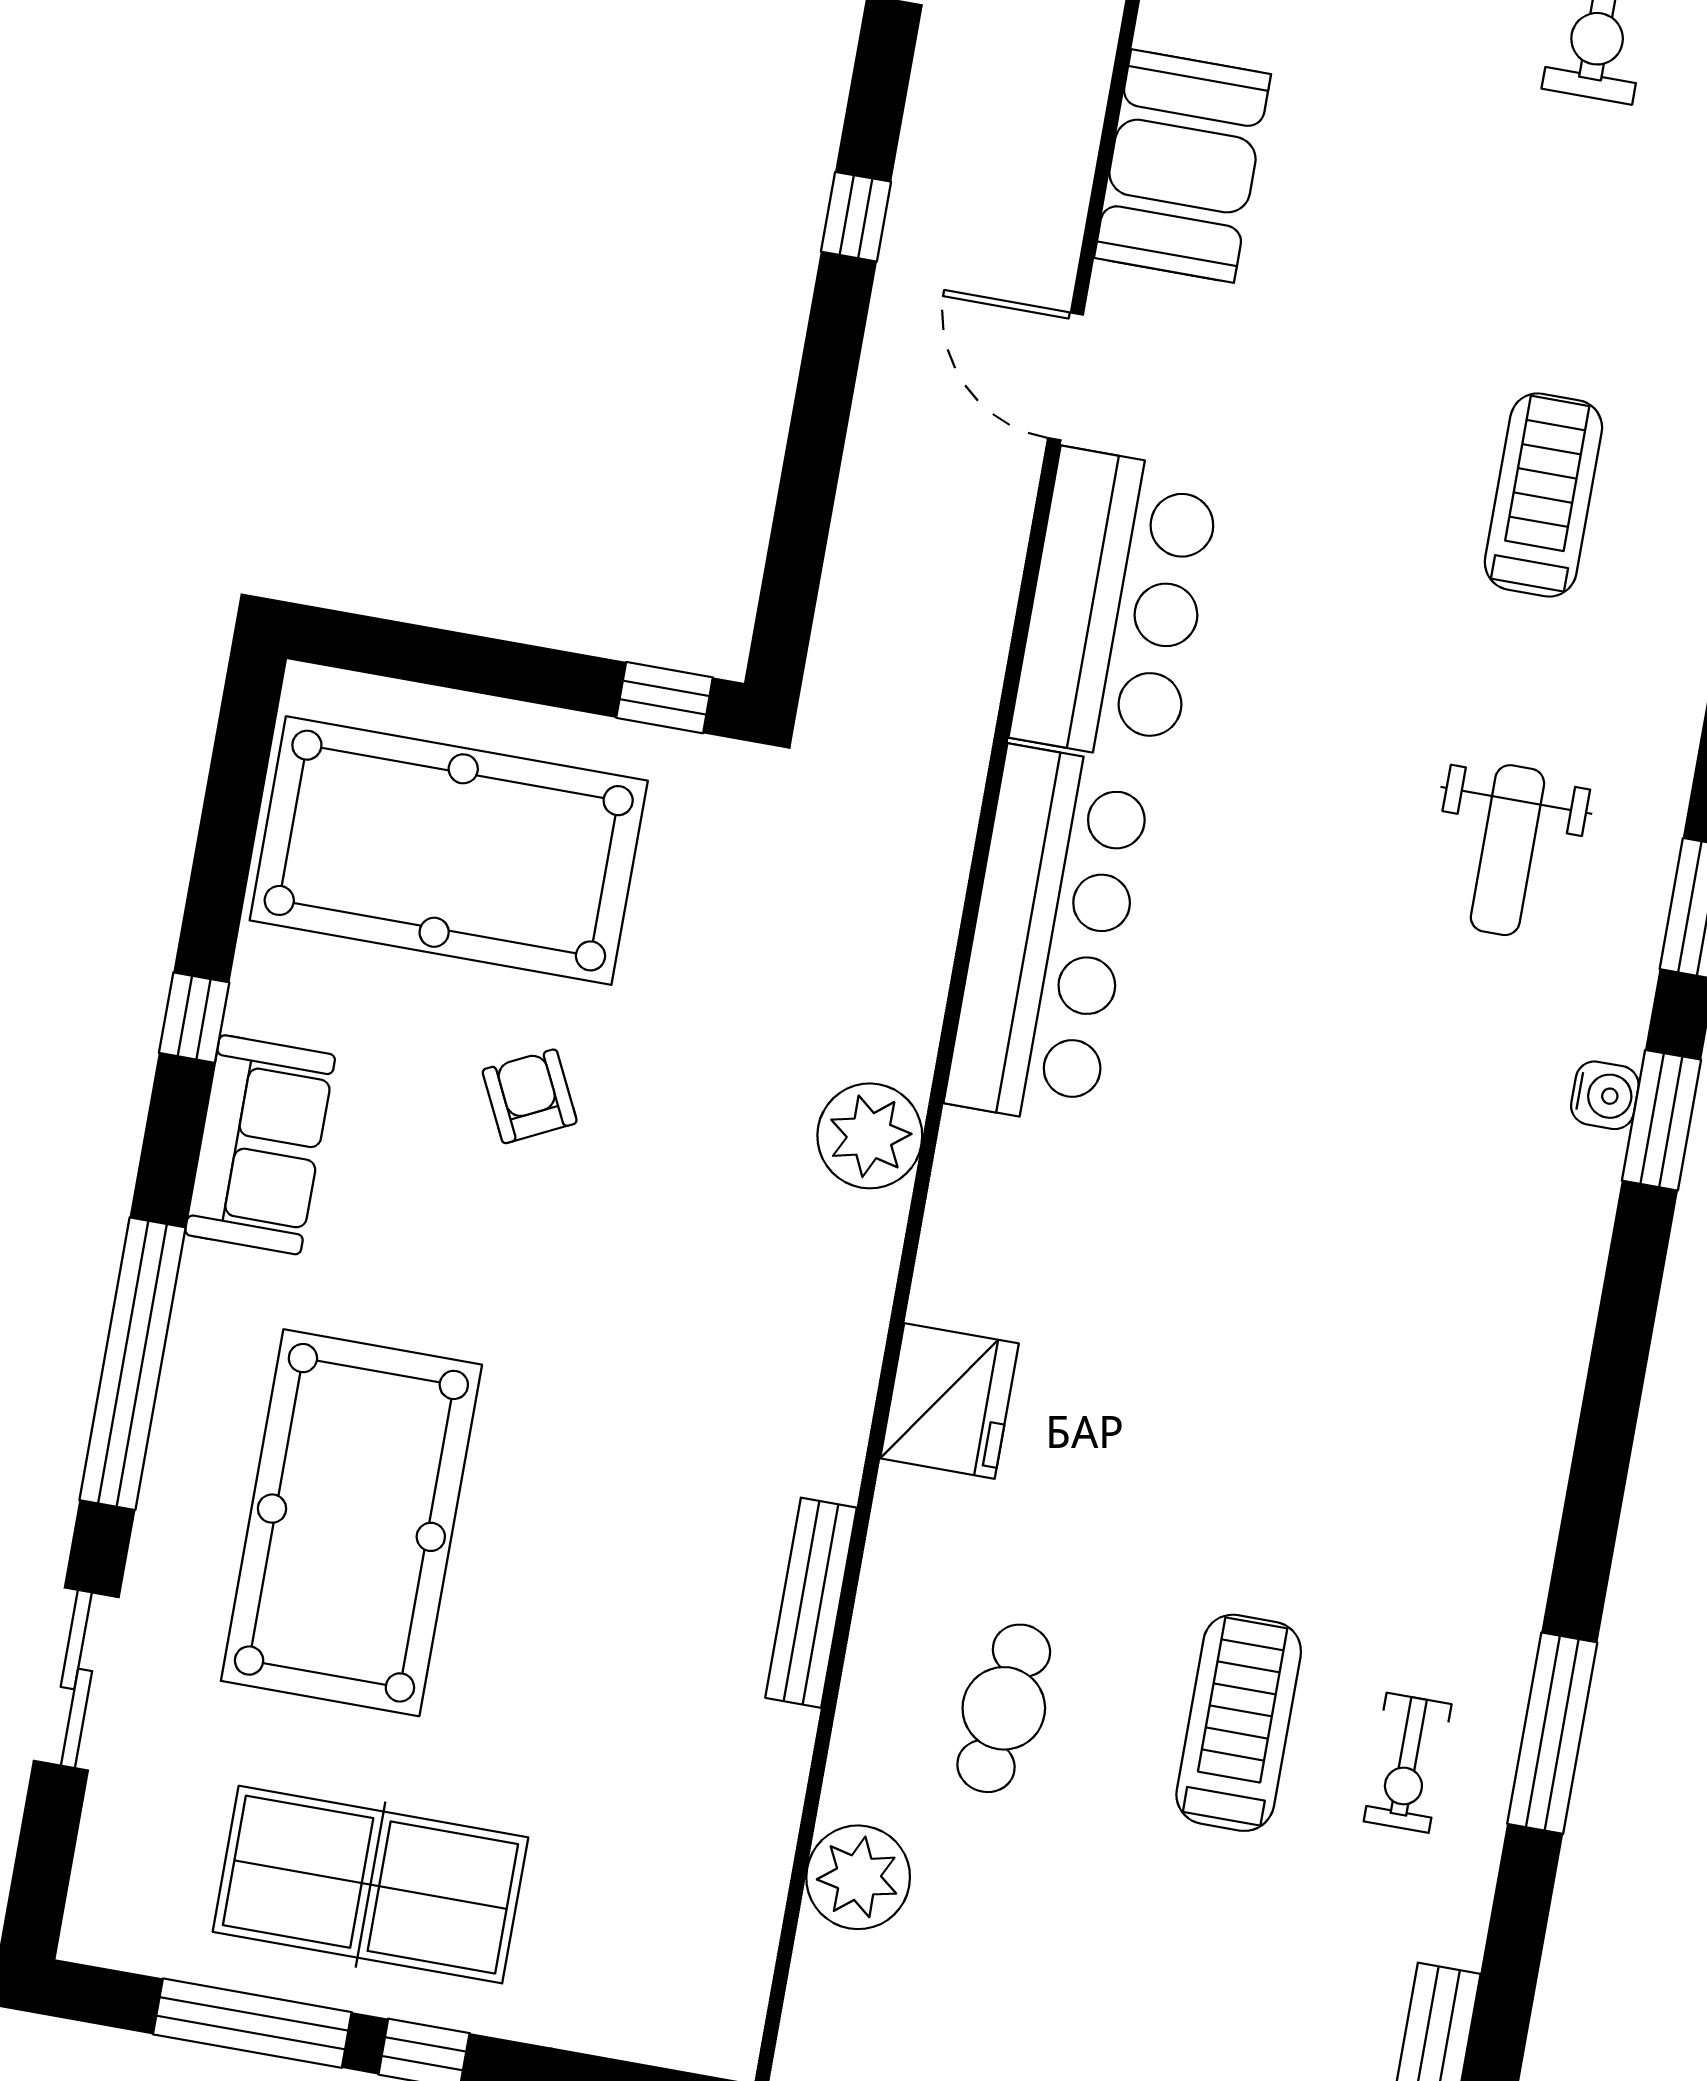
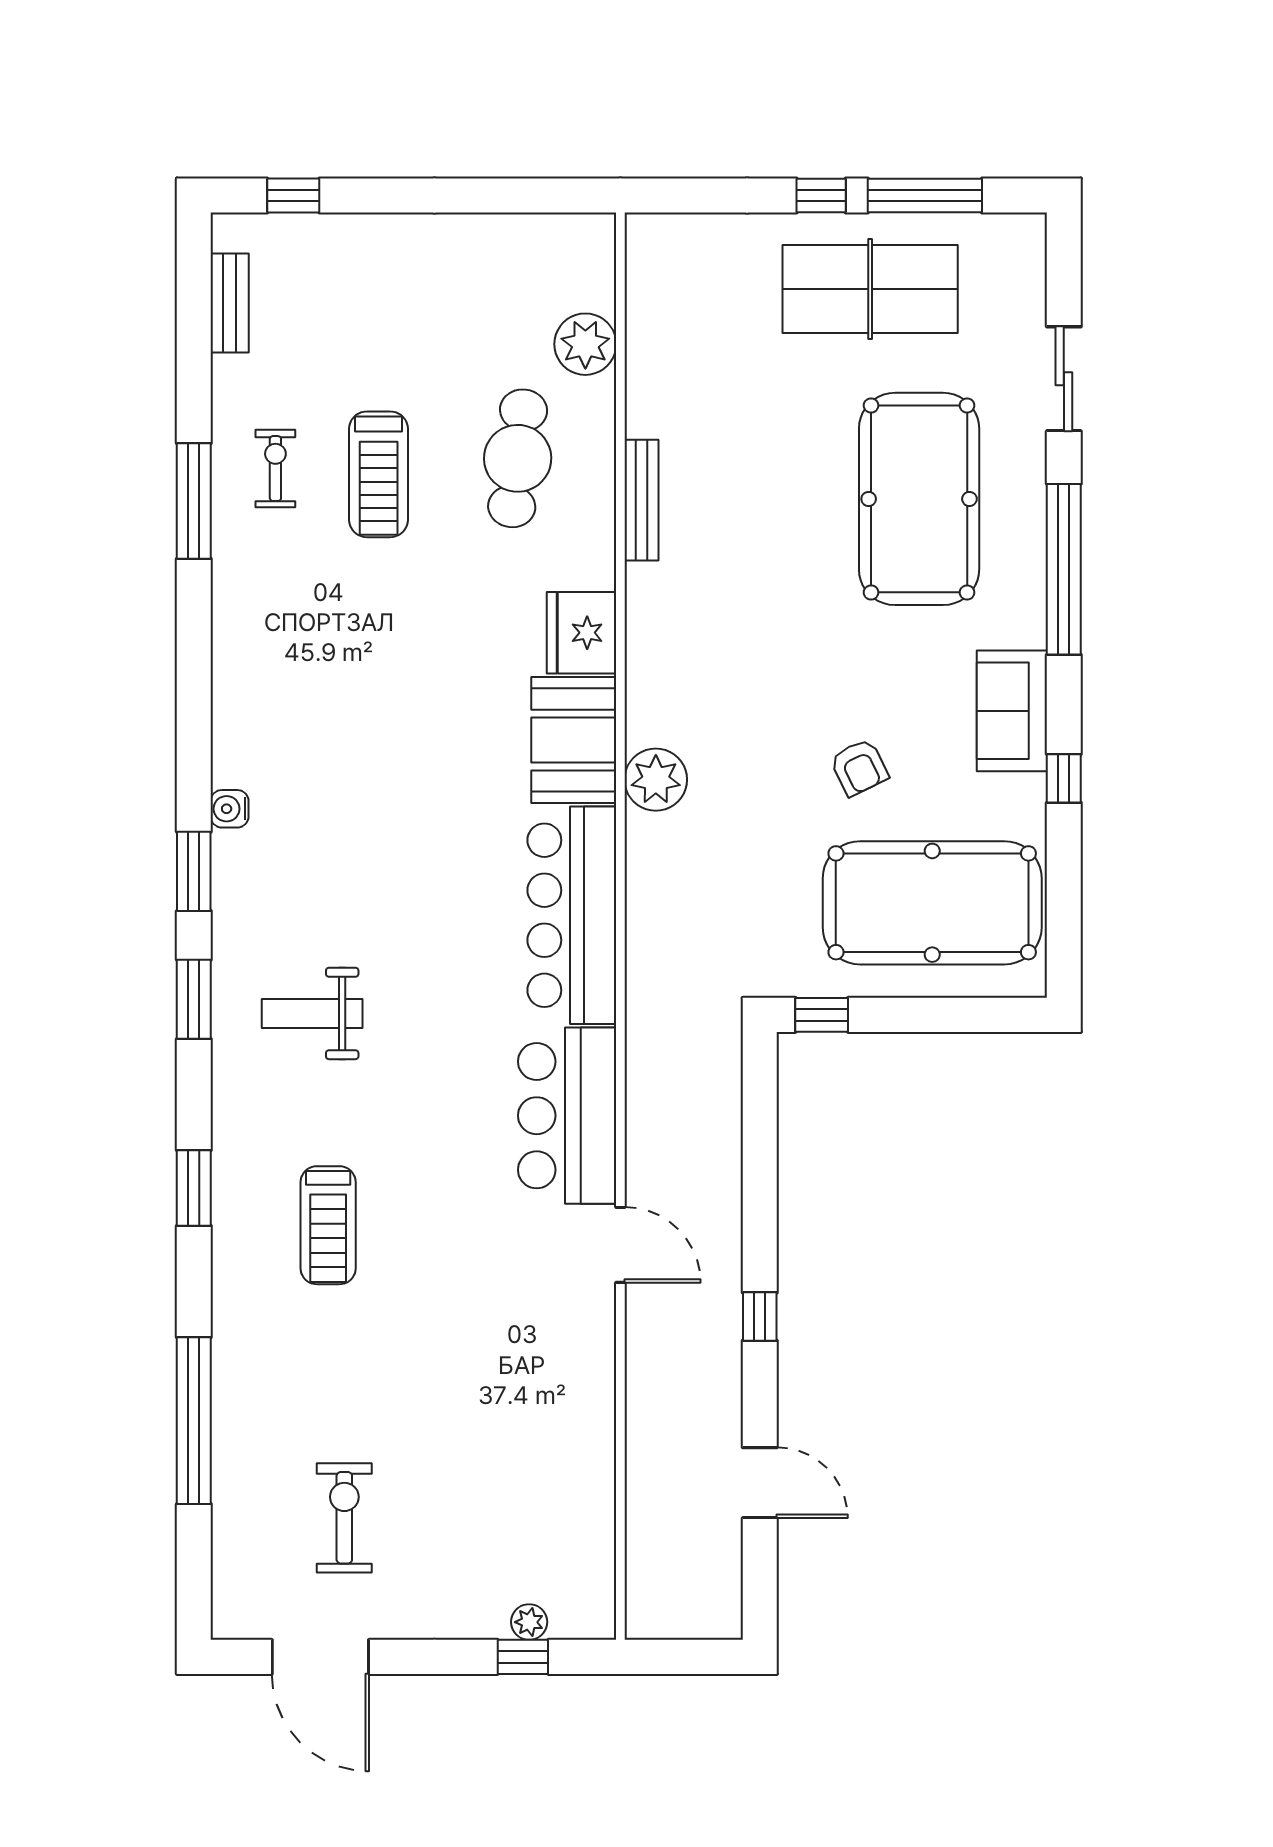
booth: (1183, 166) -> (574, 740), moved
weight bench: (1507, 850) -> (312, 1013), turned -90
water cooler: (1605, 1095) -> (230, 809), moved
cafe table: (1004, 1708) -> (518, 458), width x1.37, depth x1.35

